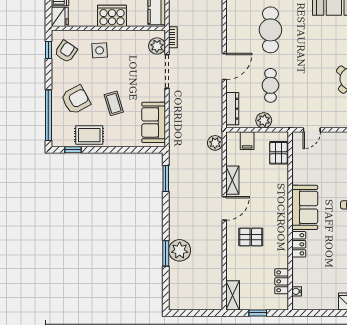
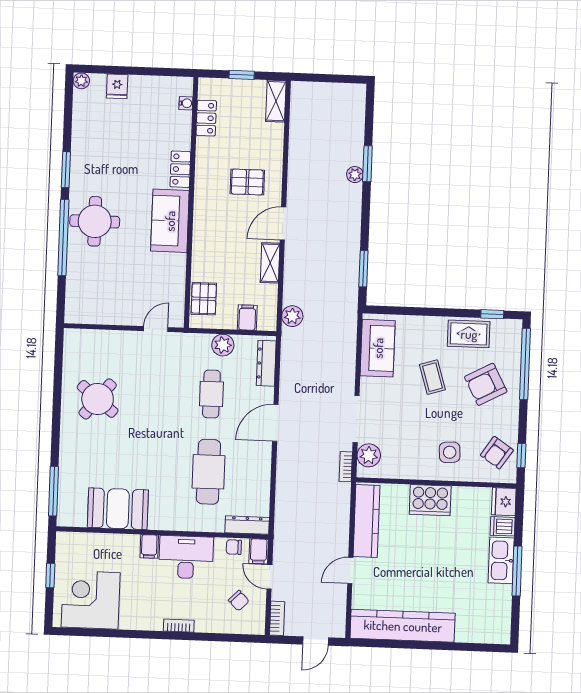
plant: (180, 250) -> (355, 175), width x0.53, depth x0.53

